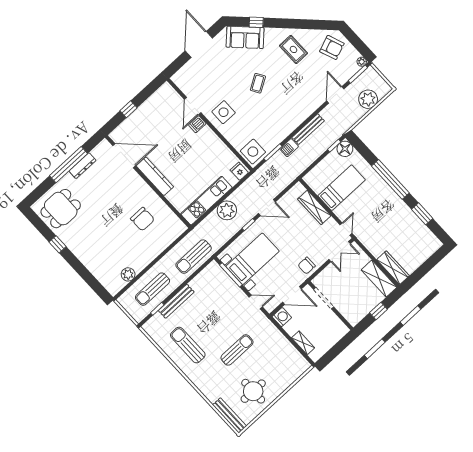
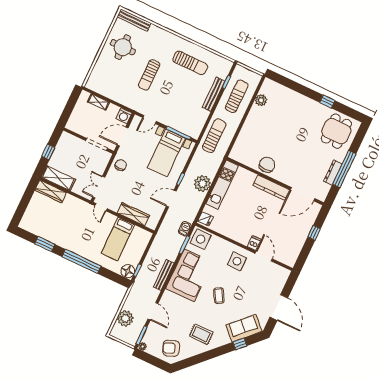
corner sofa: (281, 118) -> (189, 275), added
barbecue: (289, 148) -> (185, 229), moved
chair: (142, 219) -> (267, 165), moved, turned 90

